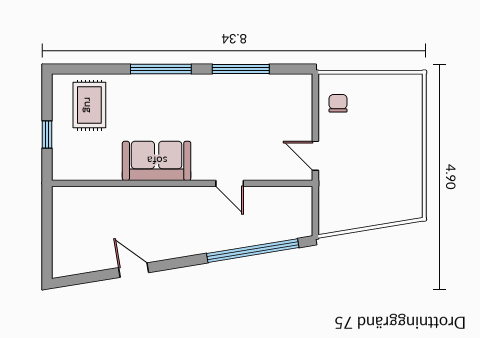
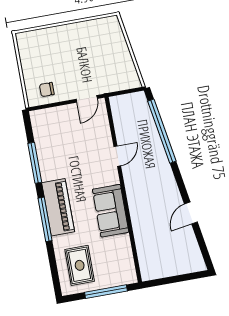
piano: (174, 90) -> (58, 207), added
rug: (89, 105) -> (80, 265), turned 90
window: (47, 135) -> (106, 292), width x2.17

